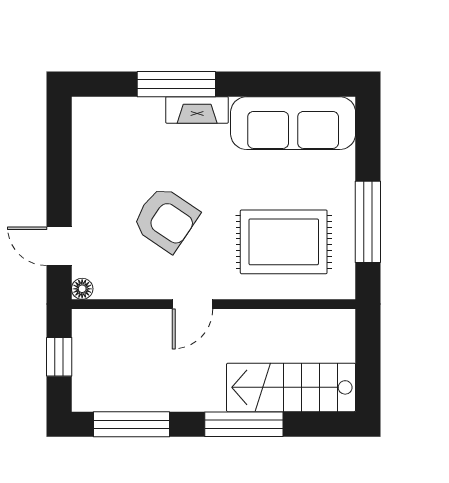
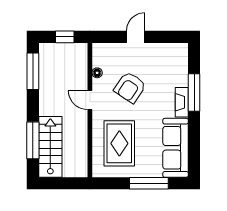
window: (368, 222) -> (149, 183), moved
door: (59, 246) -> (136, 37), moved
floor lamp: (82, 289) -> (97, 73), moved
window: (244, 424) -> (33, 140), moved

